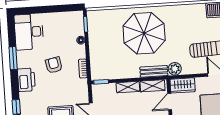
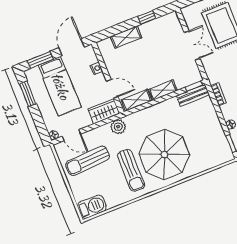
sun lounger: (176, 29) -> (131, 170), added
bench: (154, 71) -> (193, 95), moved
door: (170, 102) -> (112, 89), hinge flipped

